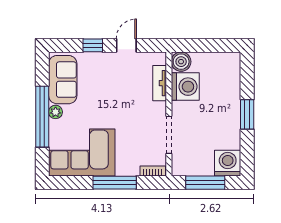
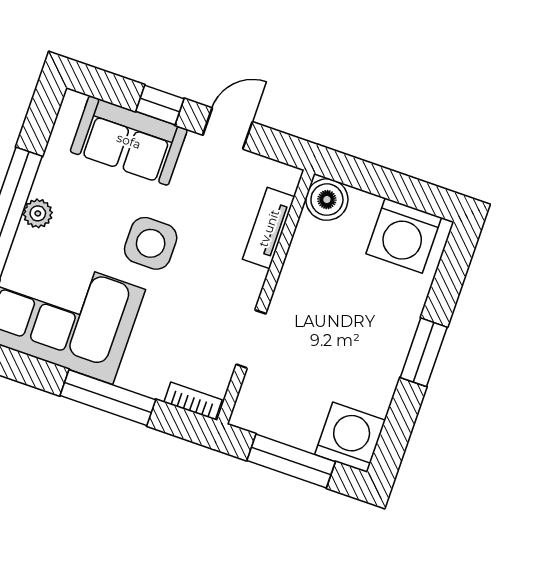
sofa: (63, 80) -> (129, 141), moved, turned 90
washing machine: (185, 87) -> (404, 236), moved, turned 90
side table: (110, 108) -> (151, 243), added
doorway: (169, 135) -> (251, 339), width x0.73

